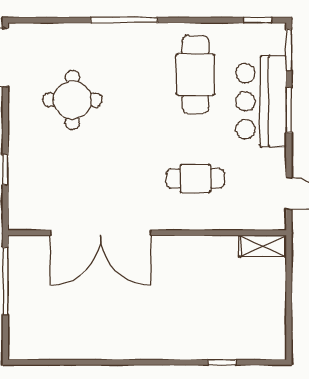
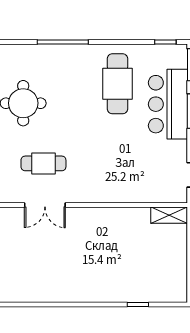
cafe table: (195, 178) -> (43, 163), moved
double door: (101, 233) -> (45, 205), width x0.54

